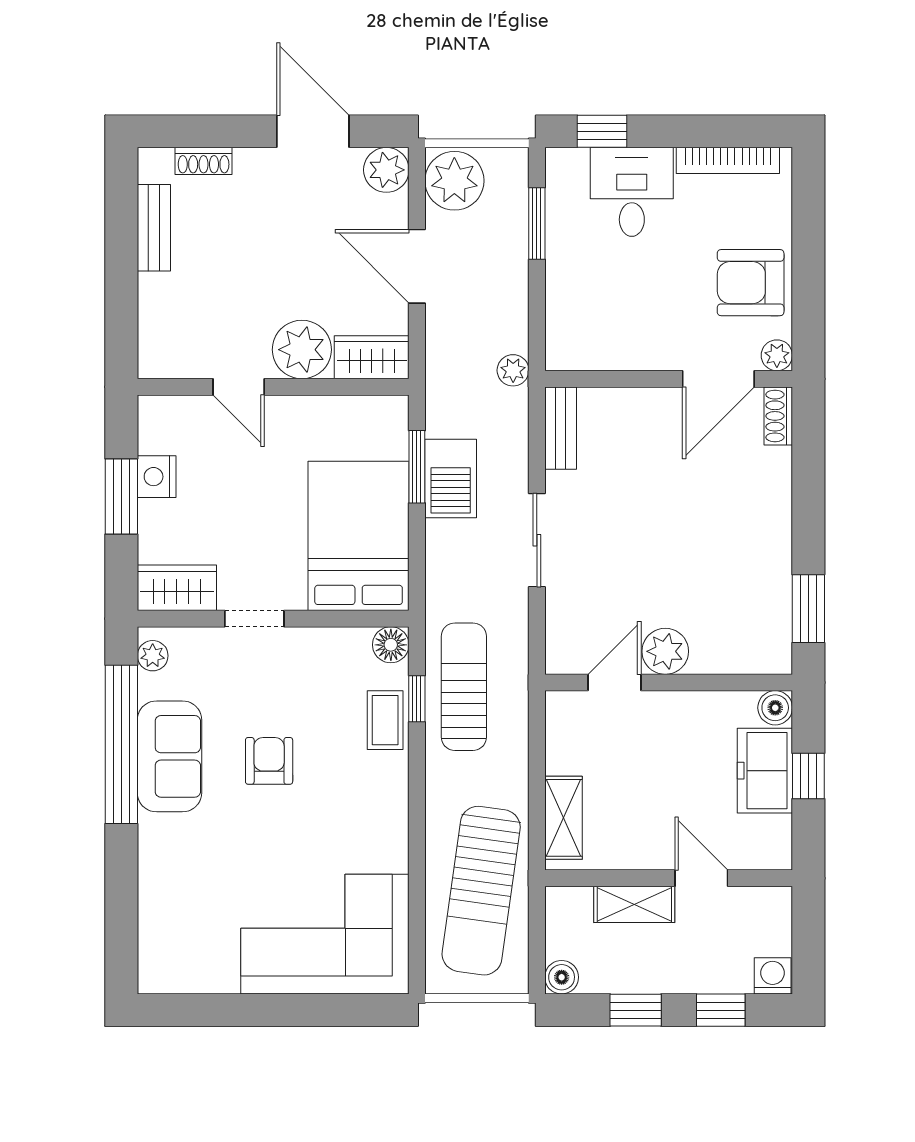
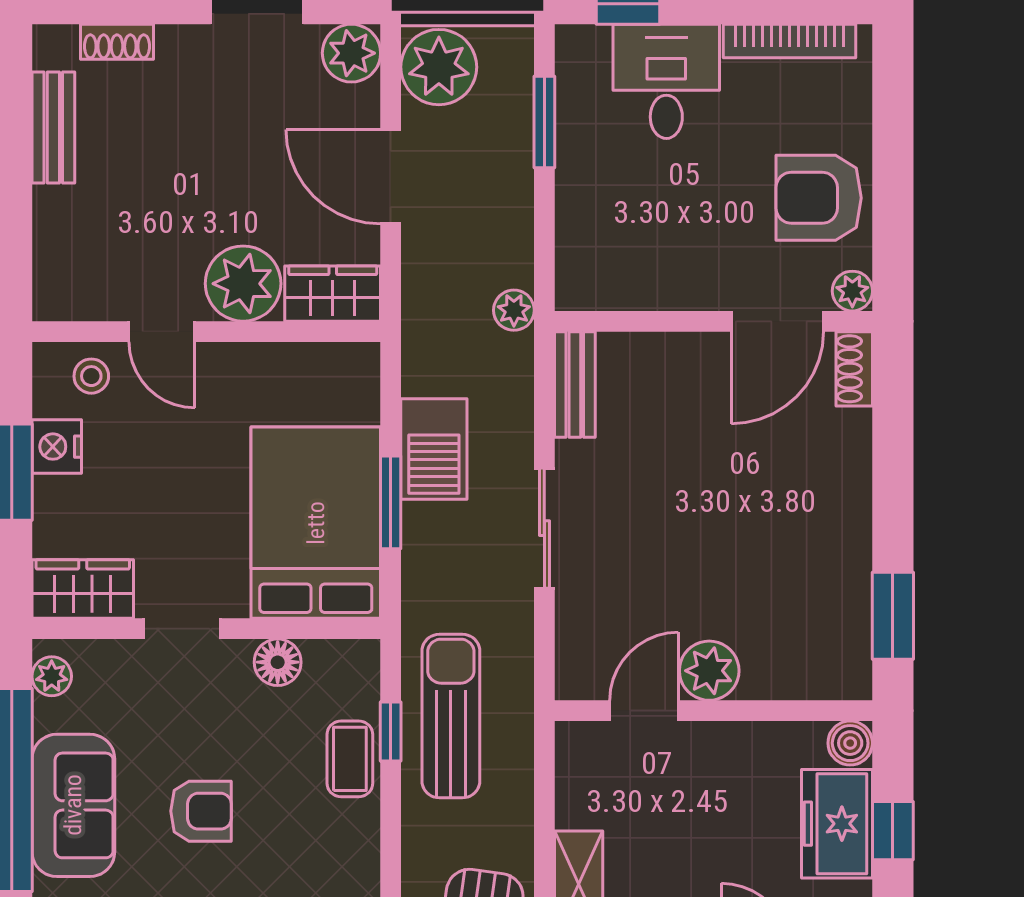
stool: (184, 422) -> (91, 376), added
window: (417, 467) -> (391, 502), moved
floor lamp: (391, 645) -> (278, 662), moved
armchair: (269, 761) -> (201, 811), turned 90

